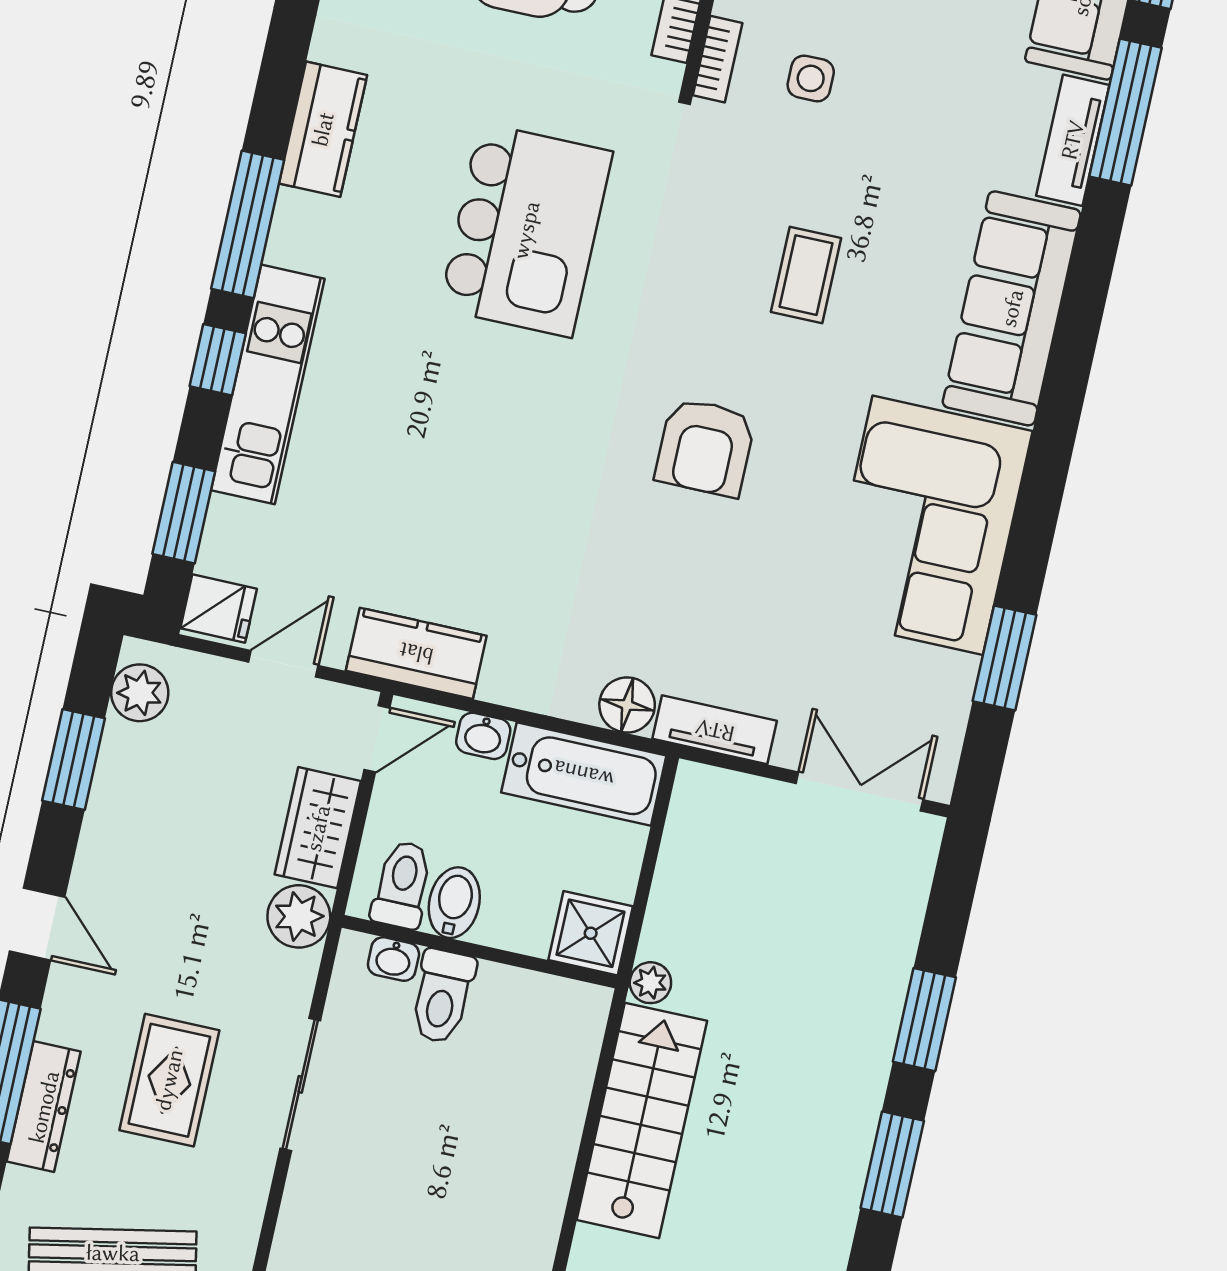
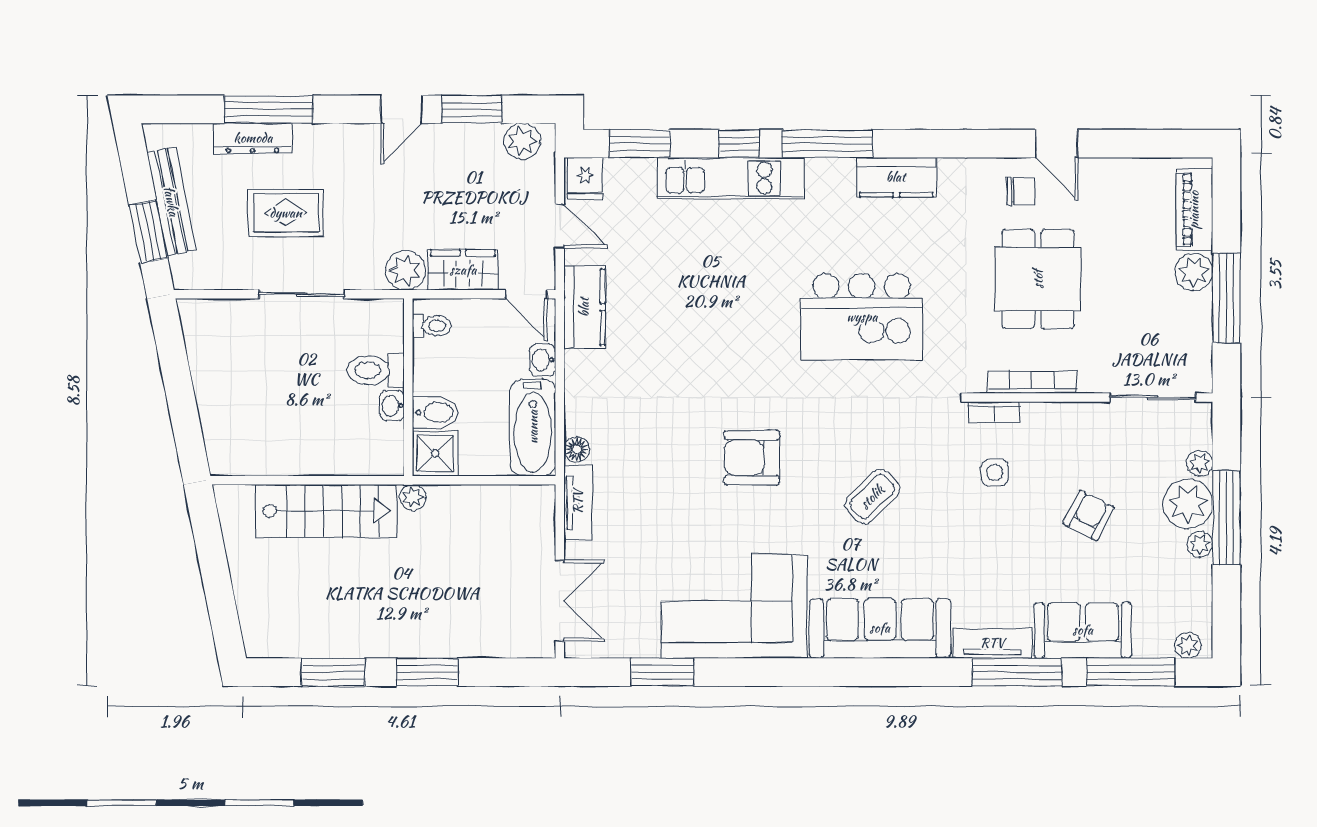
coffee table: (806, 275) -> (872, 497), turned -45
floor lamp: (627, 705) -> (577, 449), width x0.73, depth x0.73
toilet: (402, 885) -> (432, 326), width x0.73, depth x0.72
bidet: (454, 903) -> (435, 412), moved
door: (37, 924) -> (401, 109), moved
washbasin: (393, 959) -> (392, 406), moved

